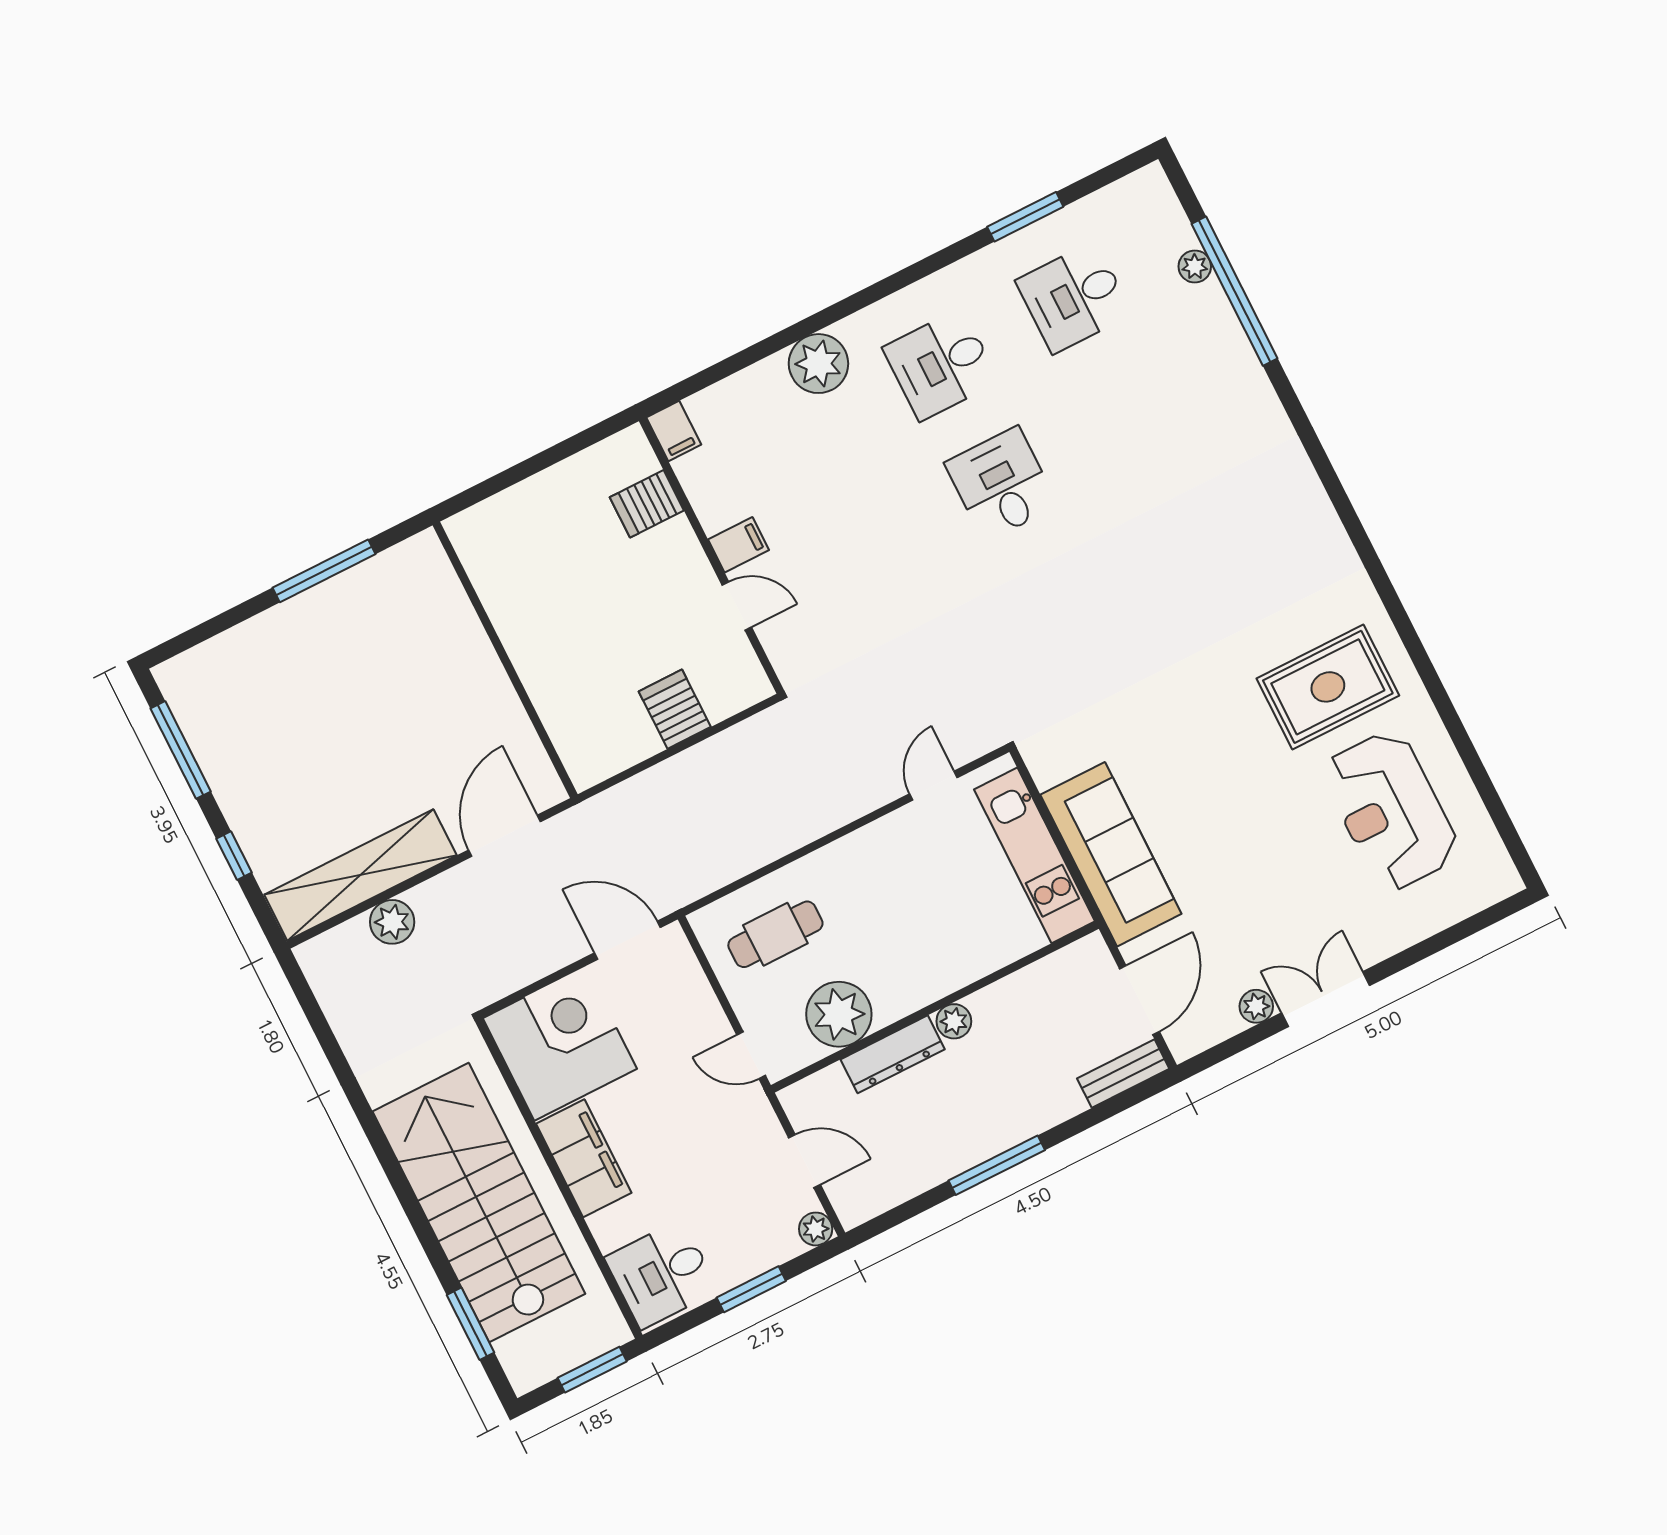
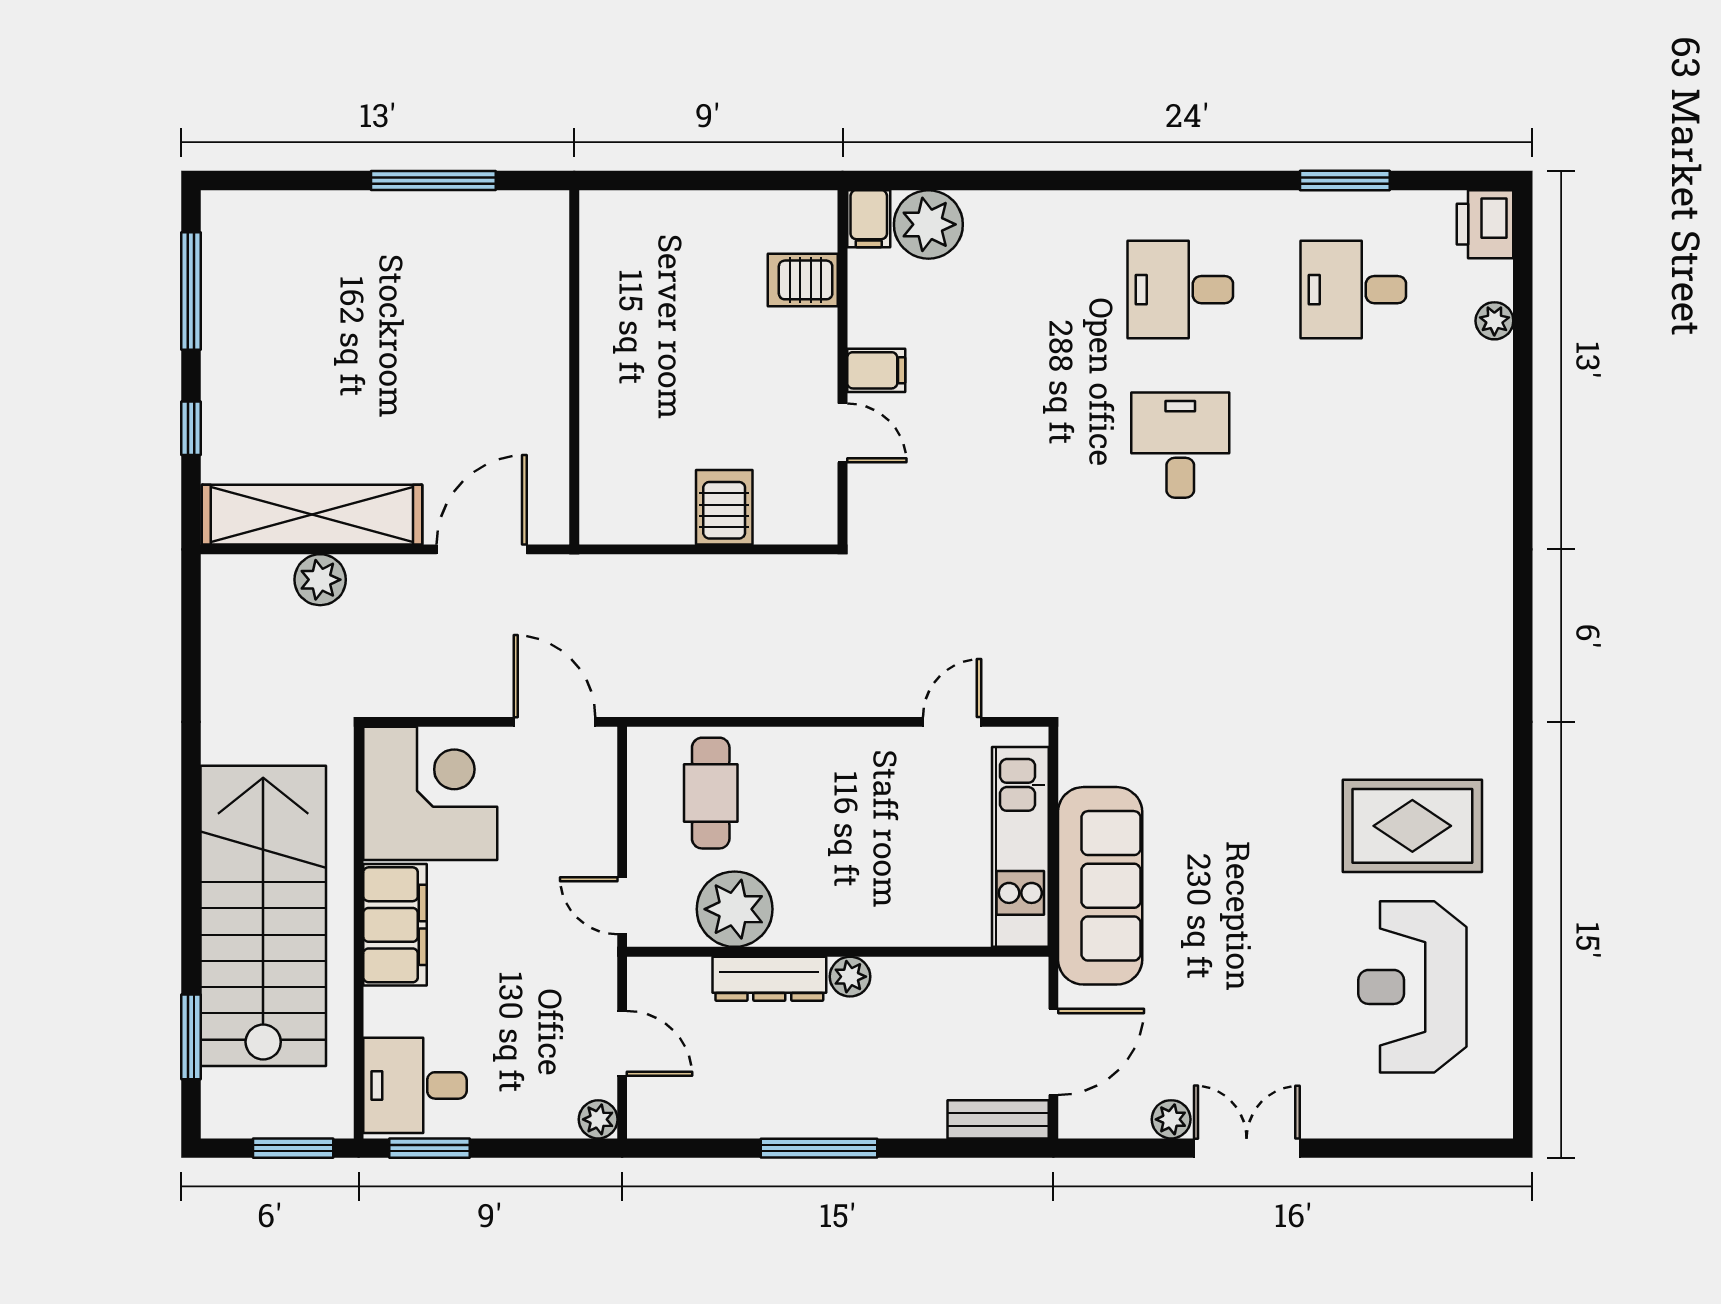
printer: (1150, 196) -> (1485, 224), added
window: (1235, 291) -> (1523, 367), removed
plant: (818, 364) -> (928, 224), moved
cafe table: (775, 934) -> (711, 793), turned 90
window: (751, 1289) -> (430, 1148), moved

